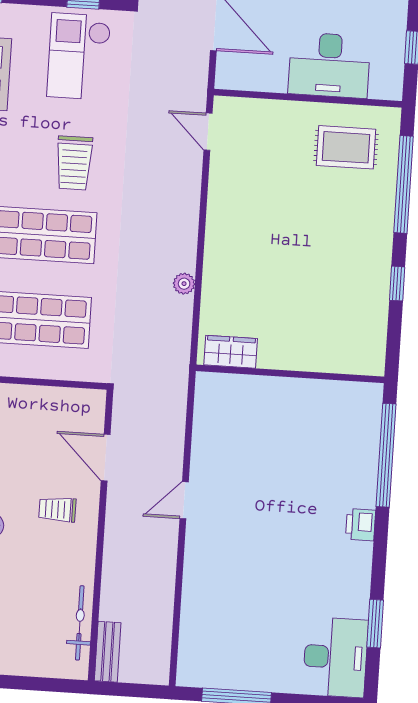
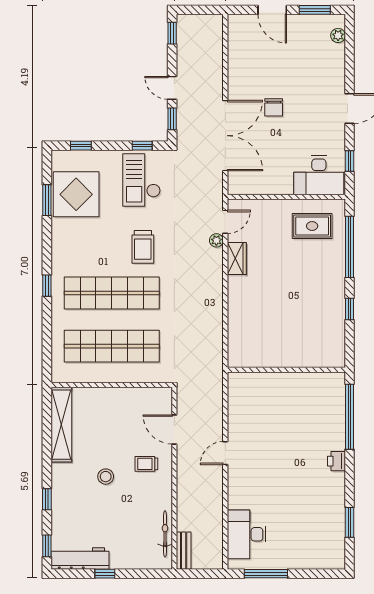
desk: (329, 65) -> (319, 175), moved
door: (208, 132) -> (225, 222), swing flipped
plant: (184, 284) -> (216, 240), moved
wardrobe: (231, 352) -> (237, 258), moved, turned 90
desk: (335, 657) -> (247, 534), moved, turned 180

